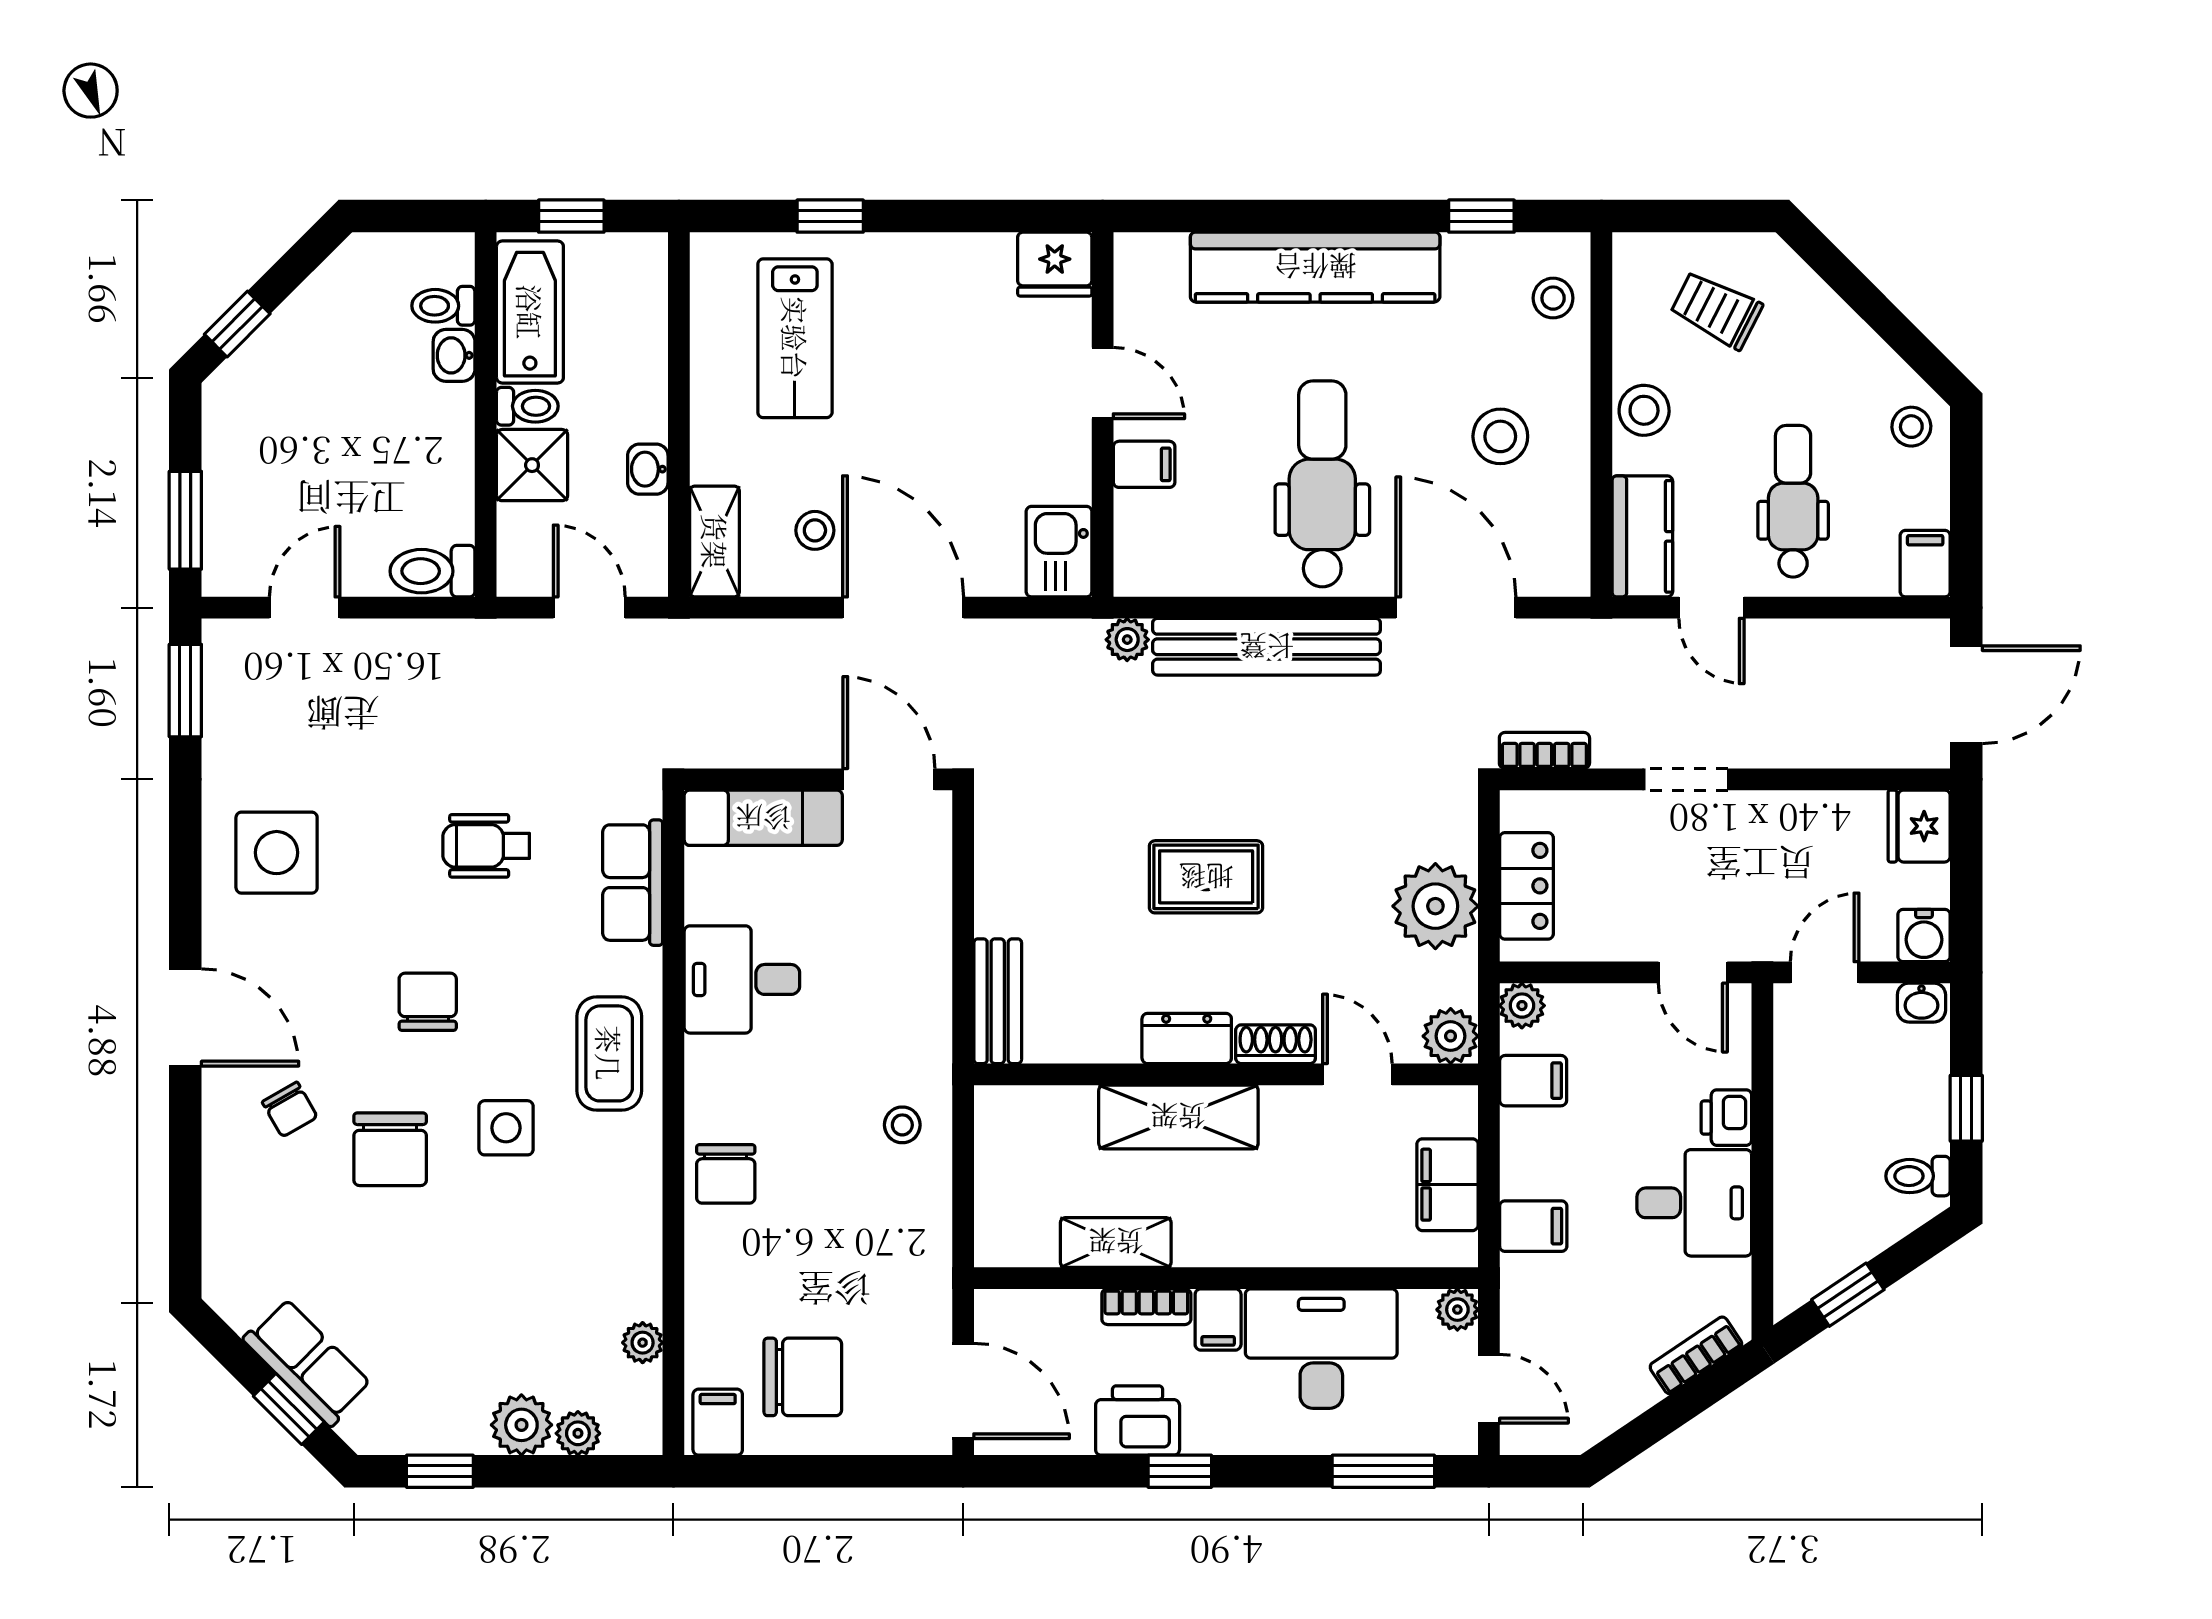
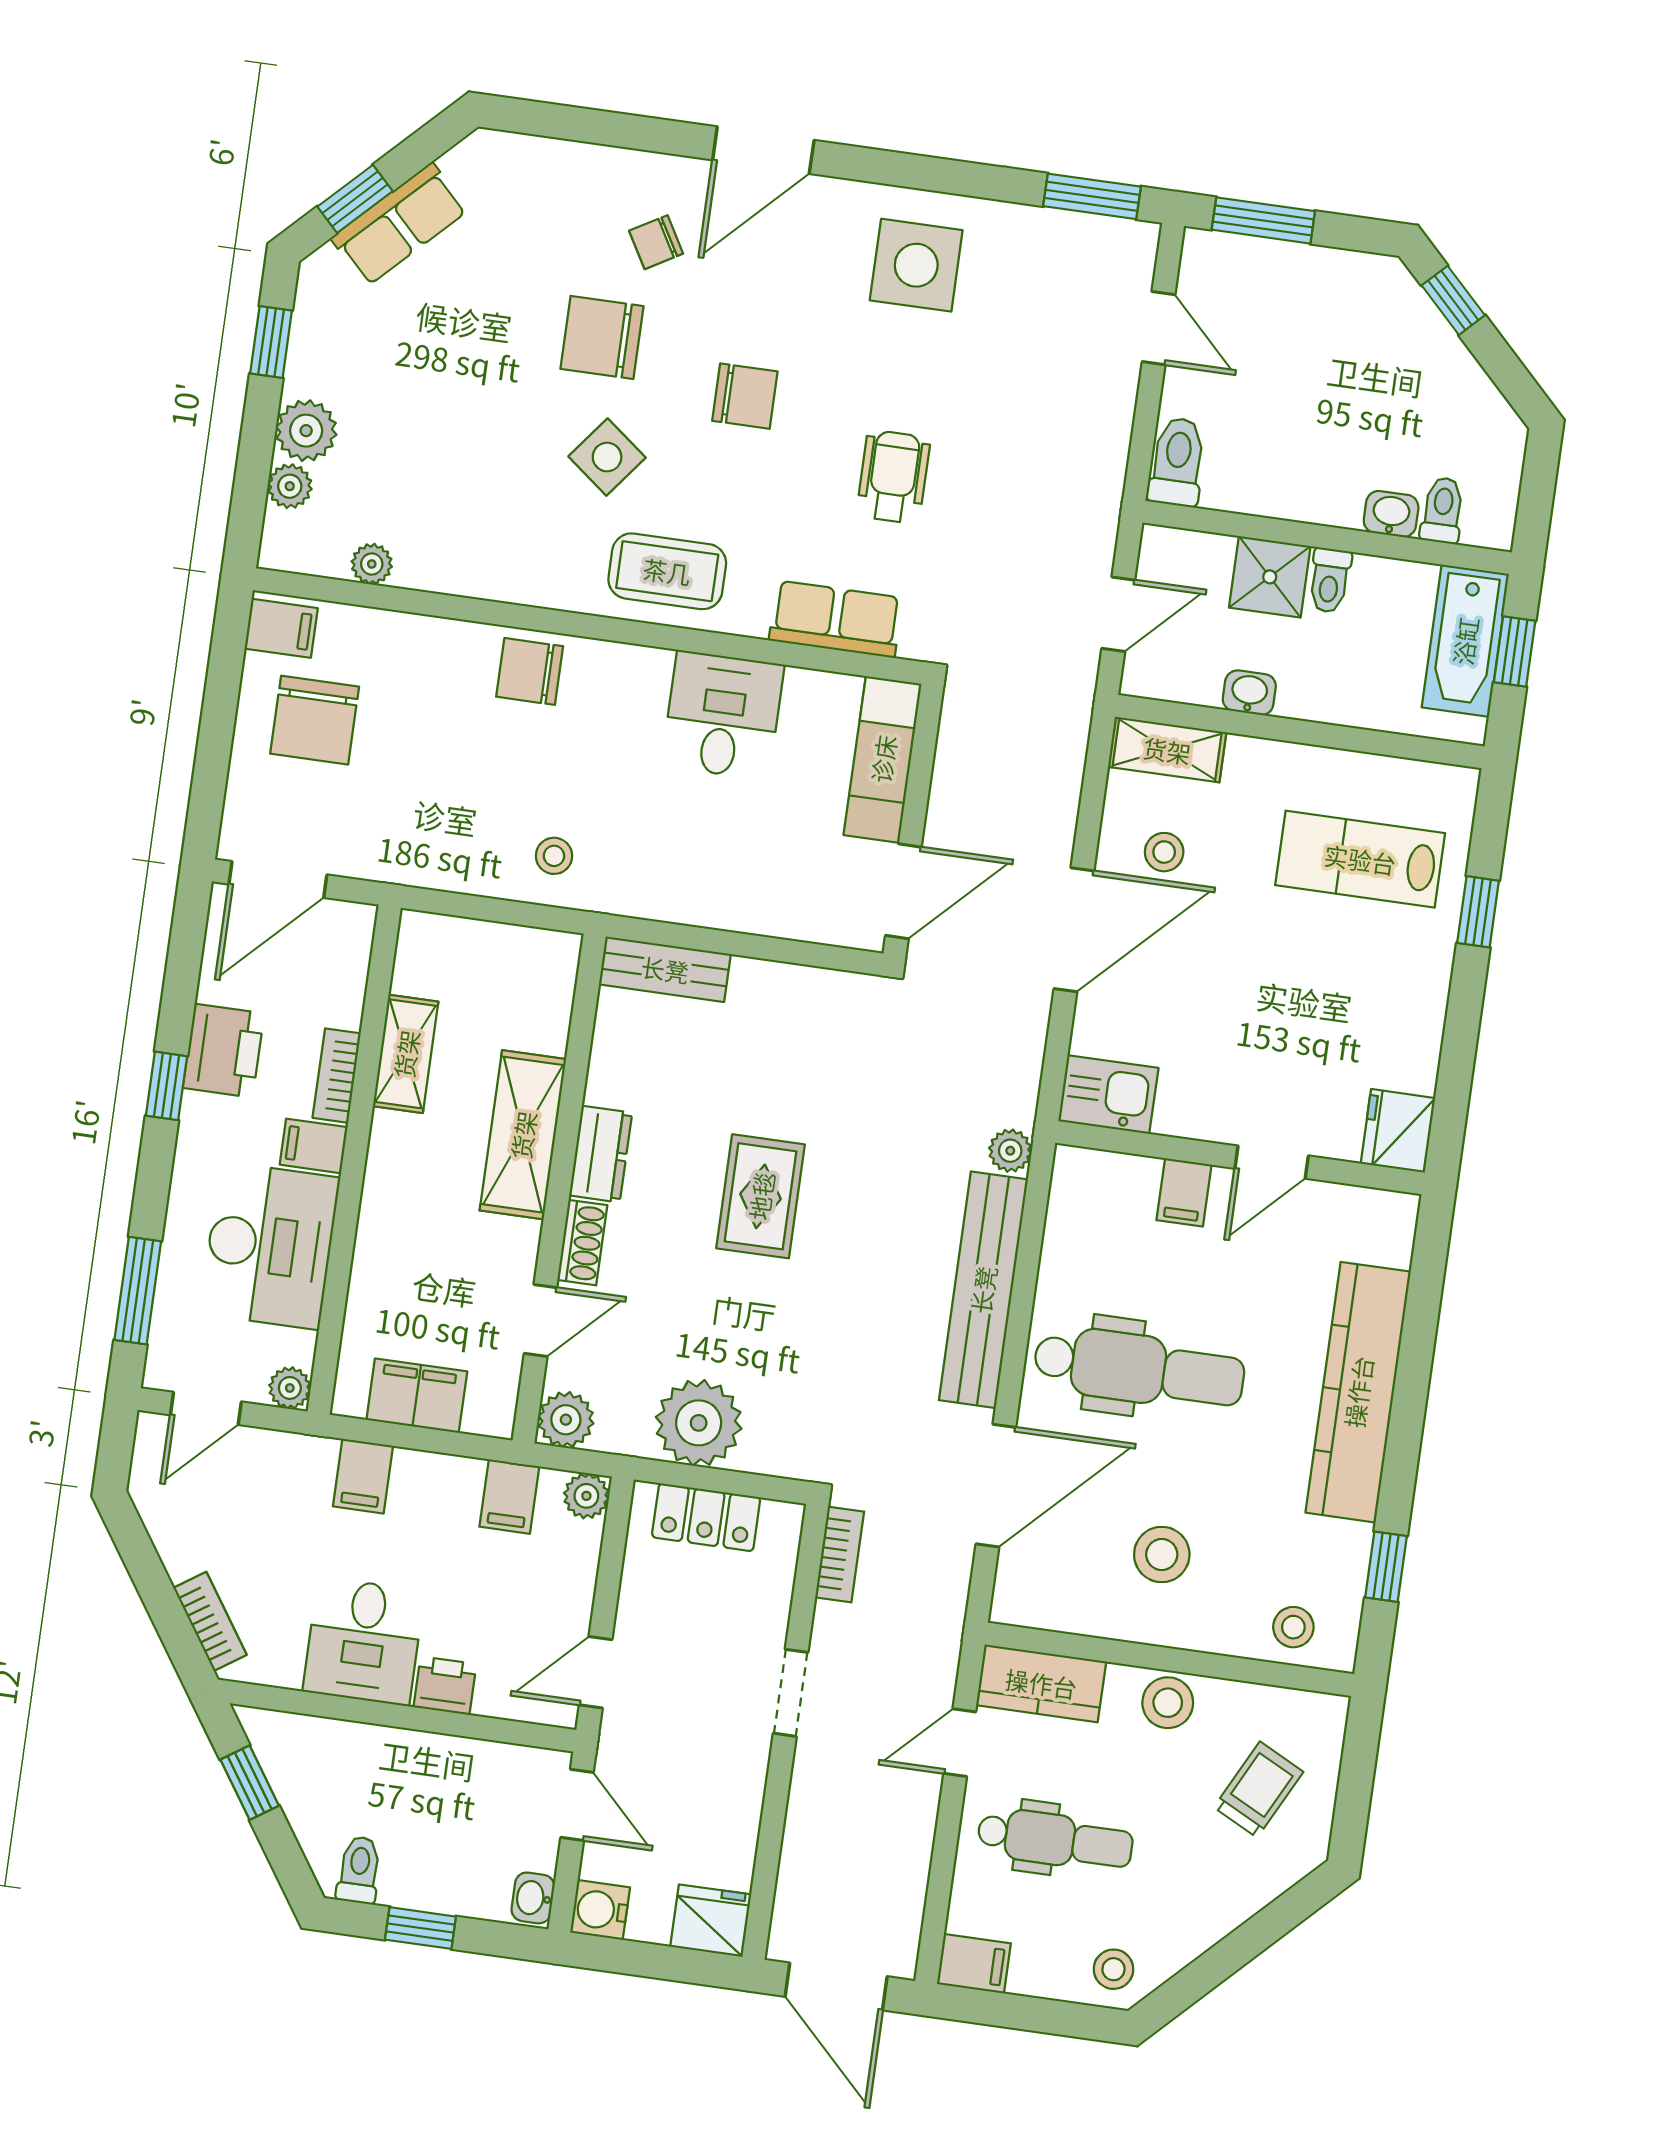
bathtub: (530, 312) -> (1465, 641), moved, turned 90
side table: (506, 1128) -> (607, 457), turned 38

